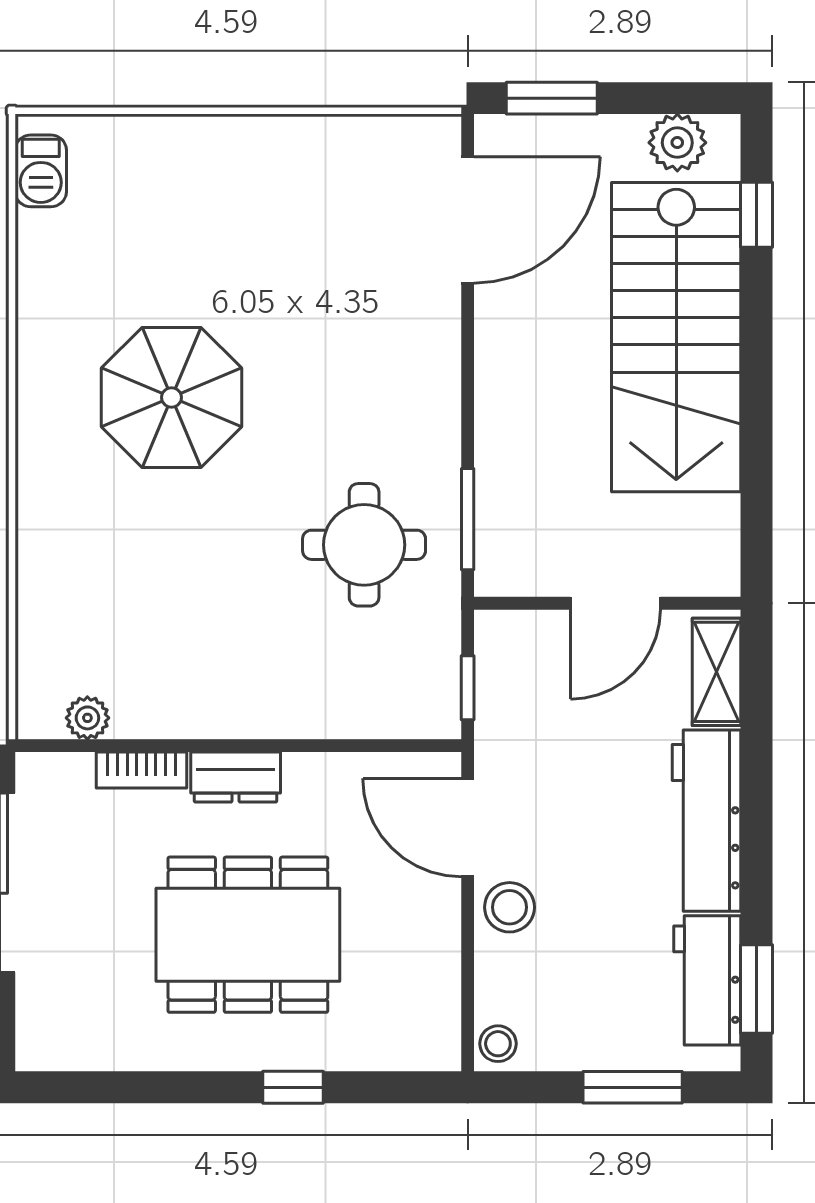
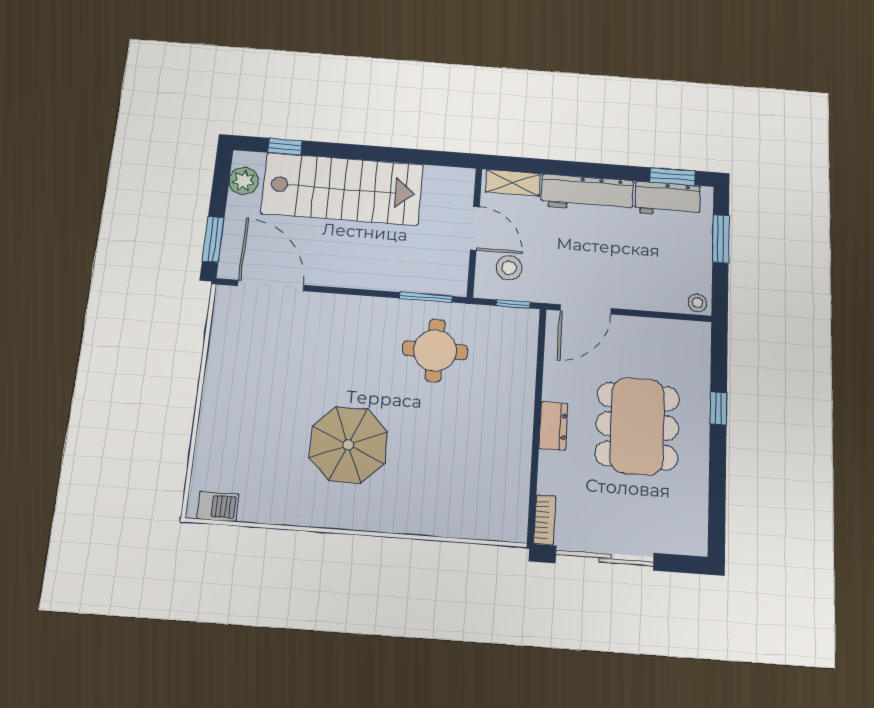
plant: (87, 718) -> (517, 503), removed
bookcase: (142, 770) -> (545, 520), moved
stool: (510, 907) -> (509, 268), moved

